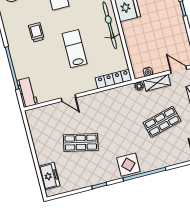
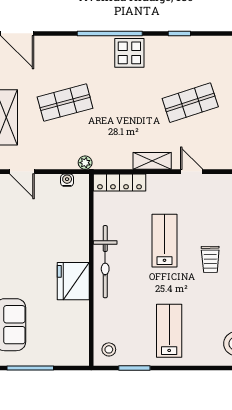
trolley: (36, 32) -> (210, 259), moved
lab bench: (75, 49) -> (164, 241), turned 180
shelving: (157, 83) -> (152, 161), moved
shop shelf: (81, 143) -> (190, 103), turned -30

